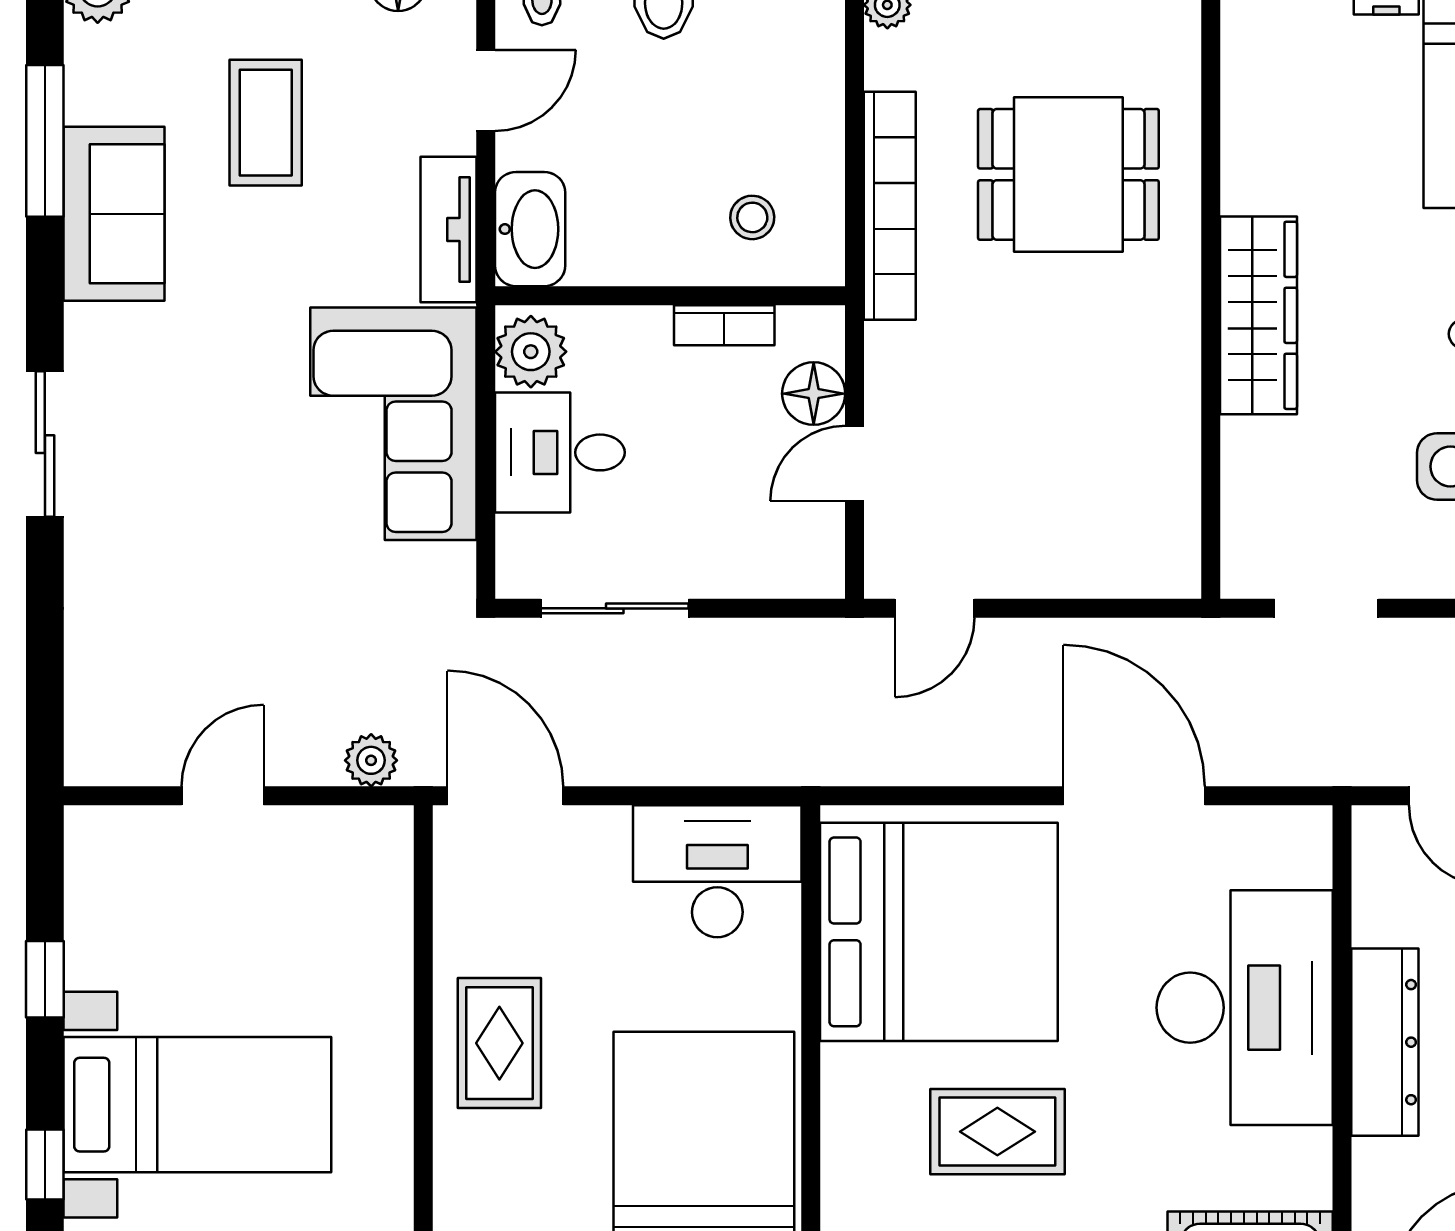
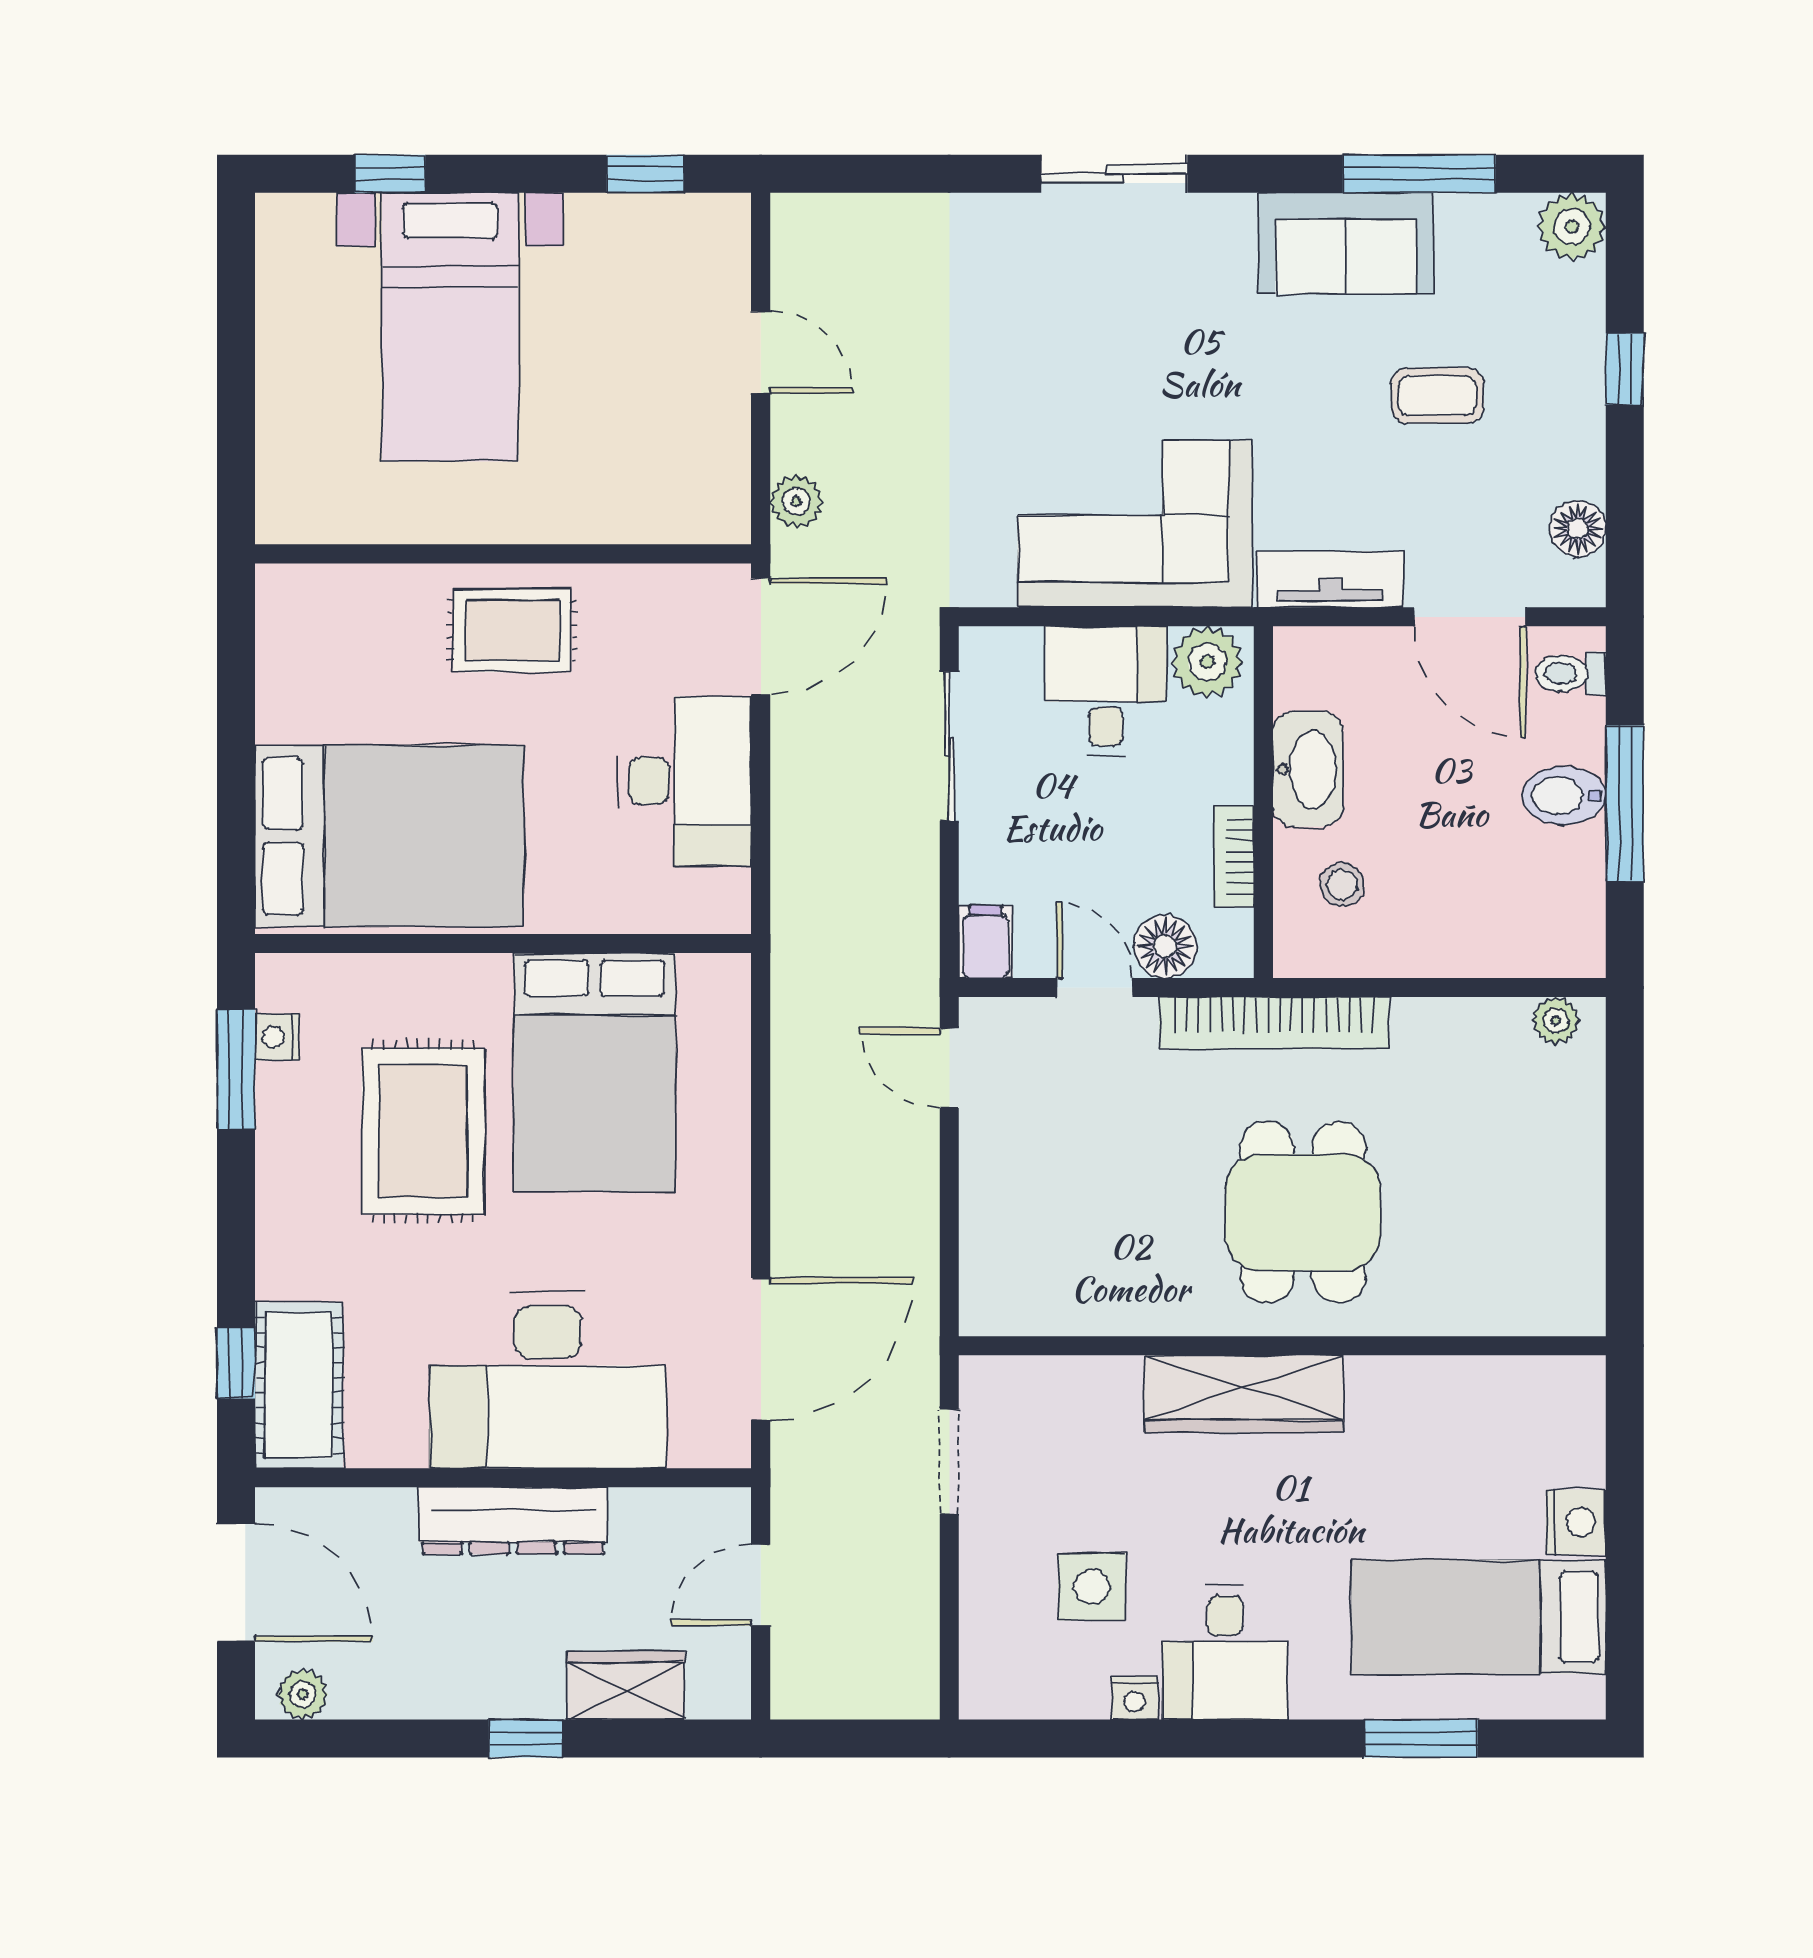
door: (486, 90) -> (1470, 617), width x1.38
coffee table: (266, 123) -> (1437, 396), width x0.73, depth x0.77
dining table: (1068, 174) -> (1303, 1212), moved
bookcase: (890, 206) -> (1274, 1023), moved
washbasin: (530, 229) -> (1308, 769), moved, turned -90
filing cabinet: (809, 572) -> (986, 942), added
door: (1134, 796) -> (761, 1349), moved
desk: (717, 871) -> (685, 781), moved
bed: (939, 932) -> (595, 1072), width x0.73
window: (45, 979) -> (645, 174), moved
rug: (997, 1132) -> (423, 1131), width x1.36, depth x1.43

